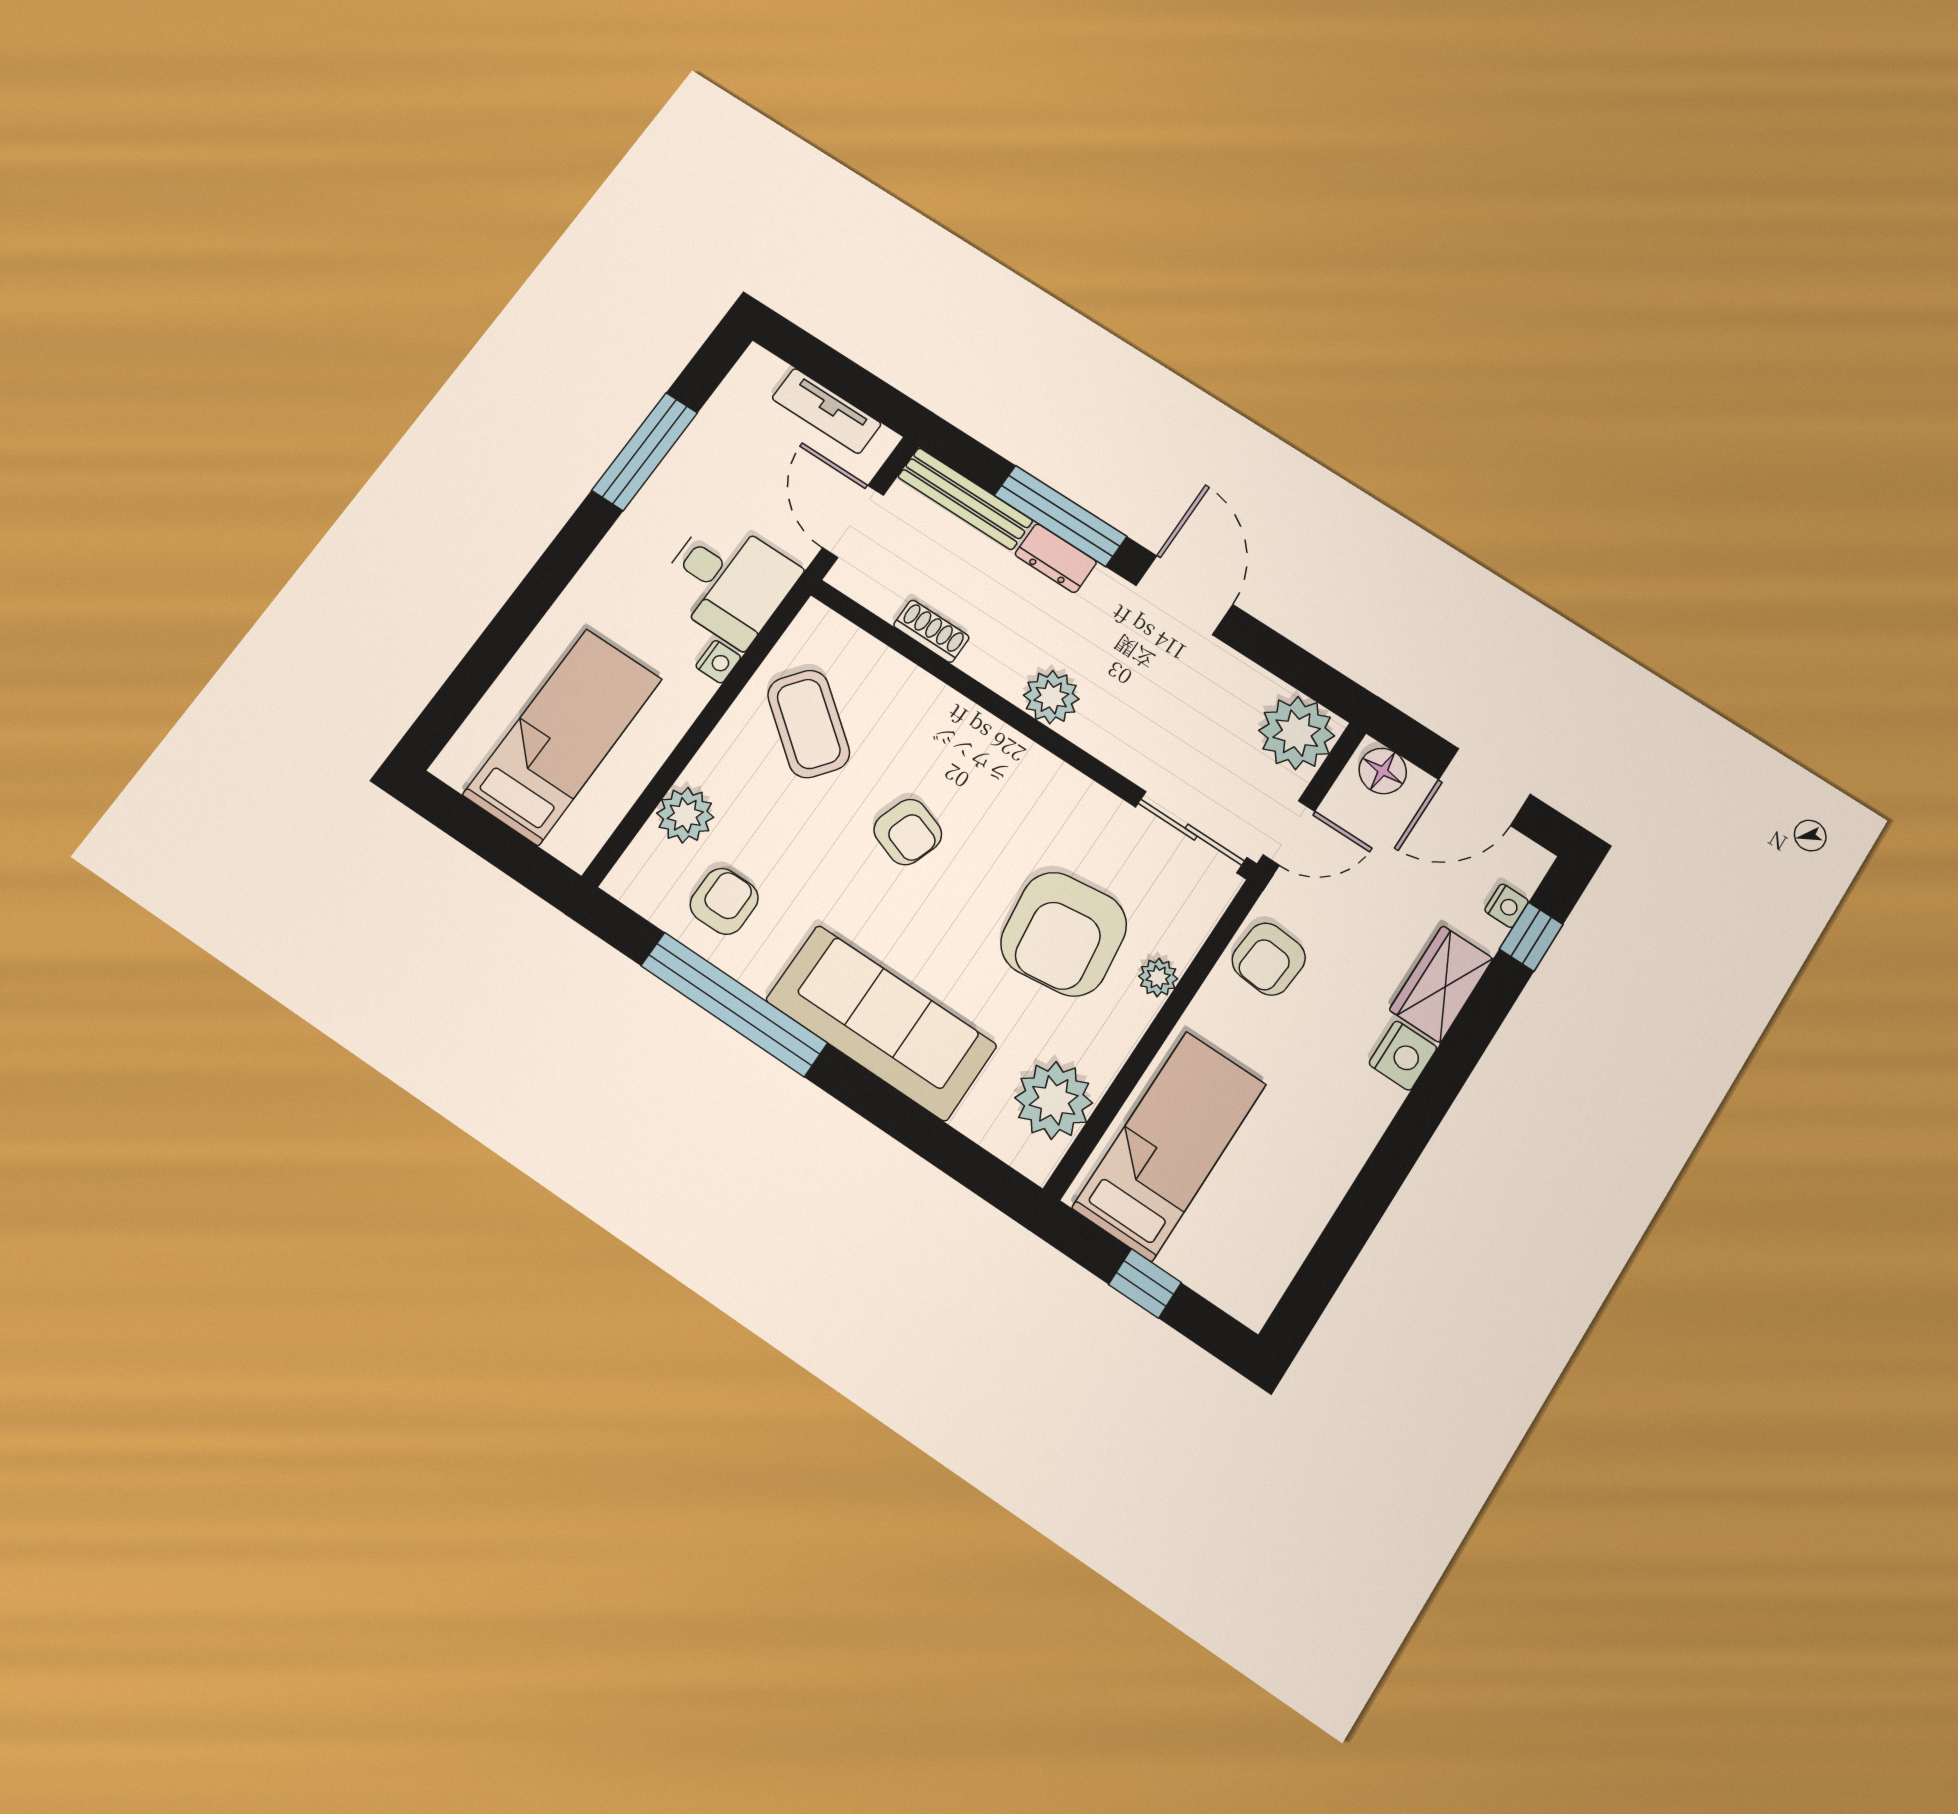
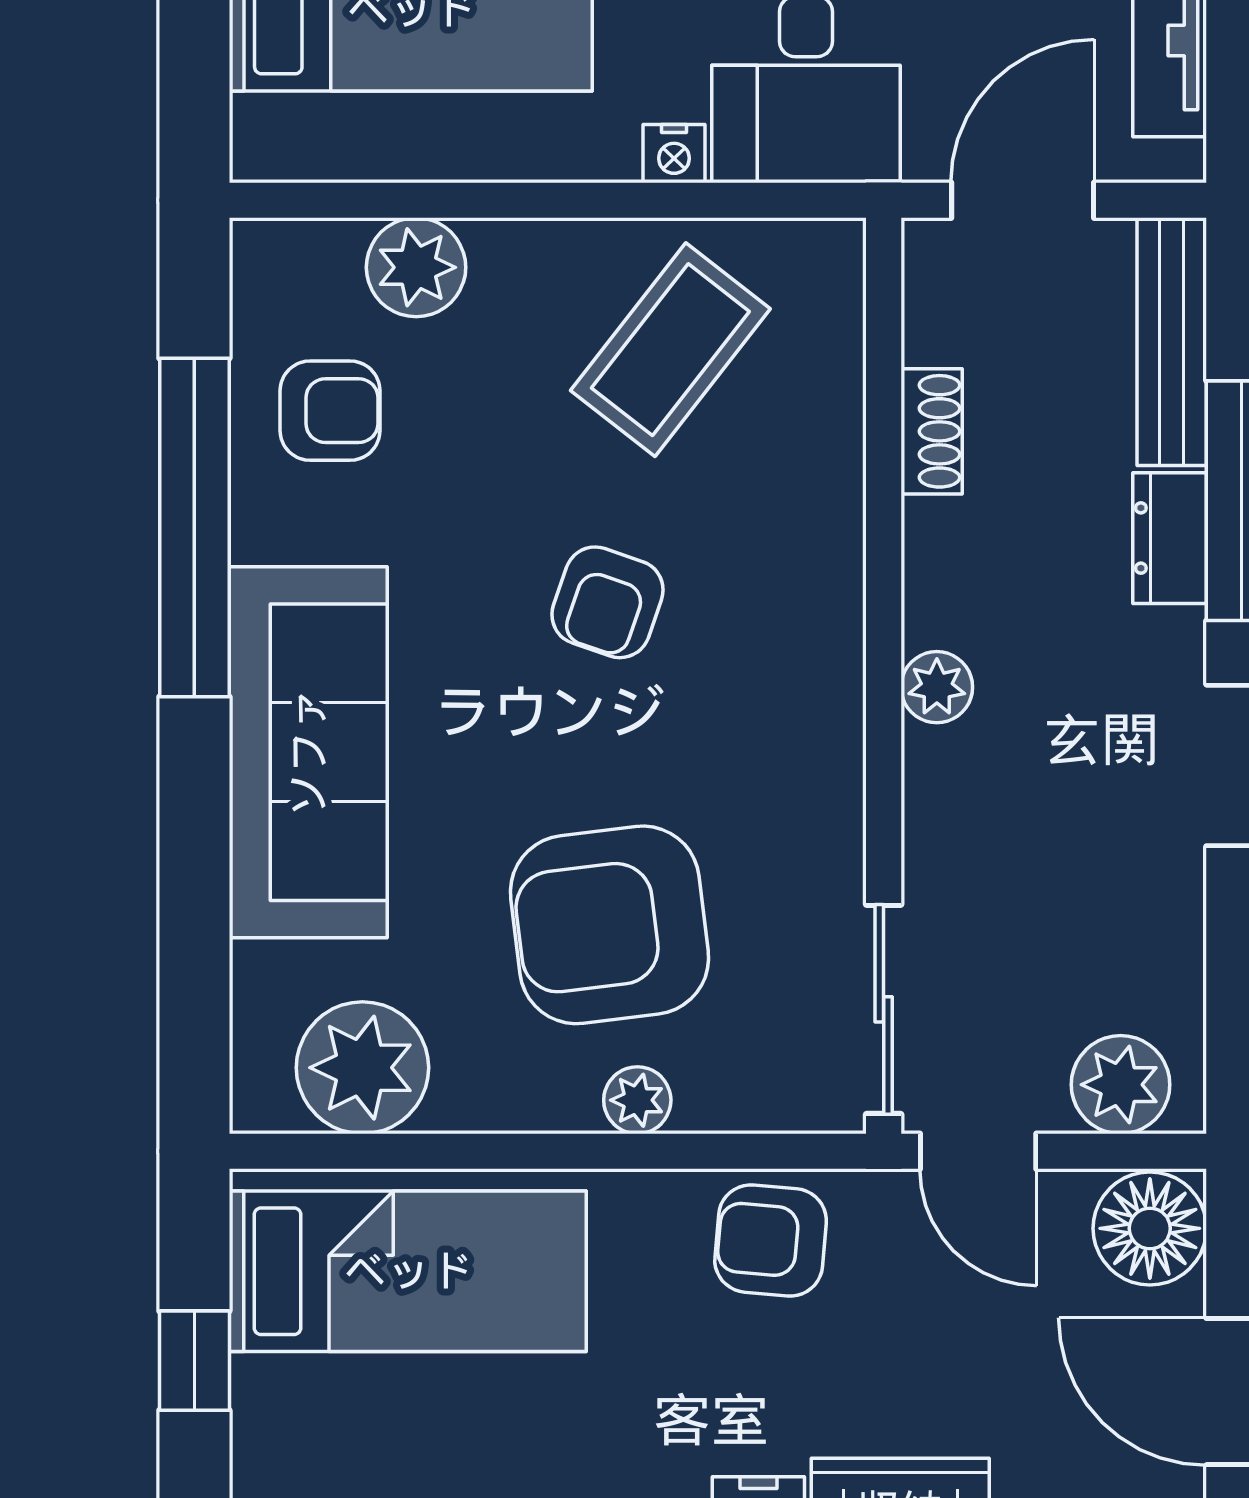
plant: (1051, 697) -> (937, 687), width x0.73, depth x0.73
plant: (1297, 733) -> (1121, 1085), width x0.73, depth x0.73
floor lamp: (1383, 771) -> (1150, 1228), width x1.38, depth x1.38

